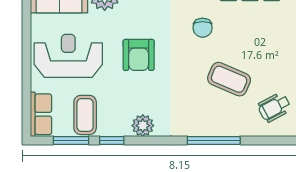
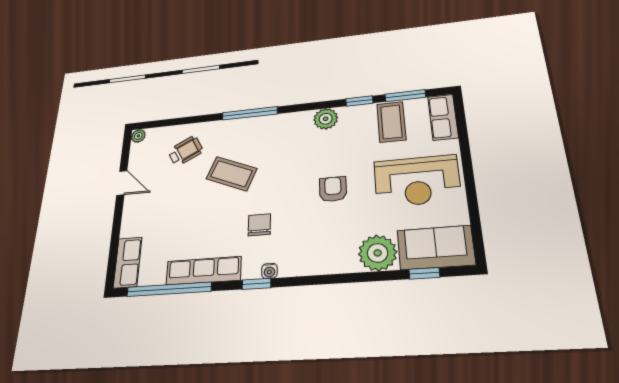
armchair: (139, 55) -> (333, 189), width x0.72, depth x0.72

